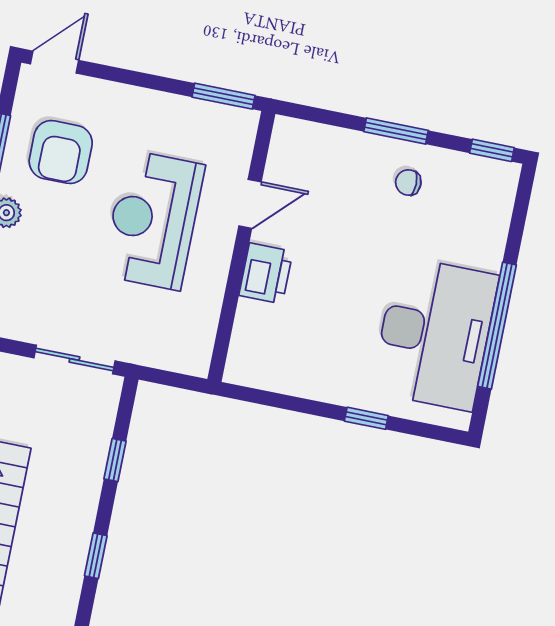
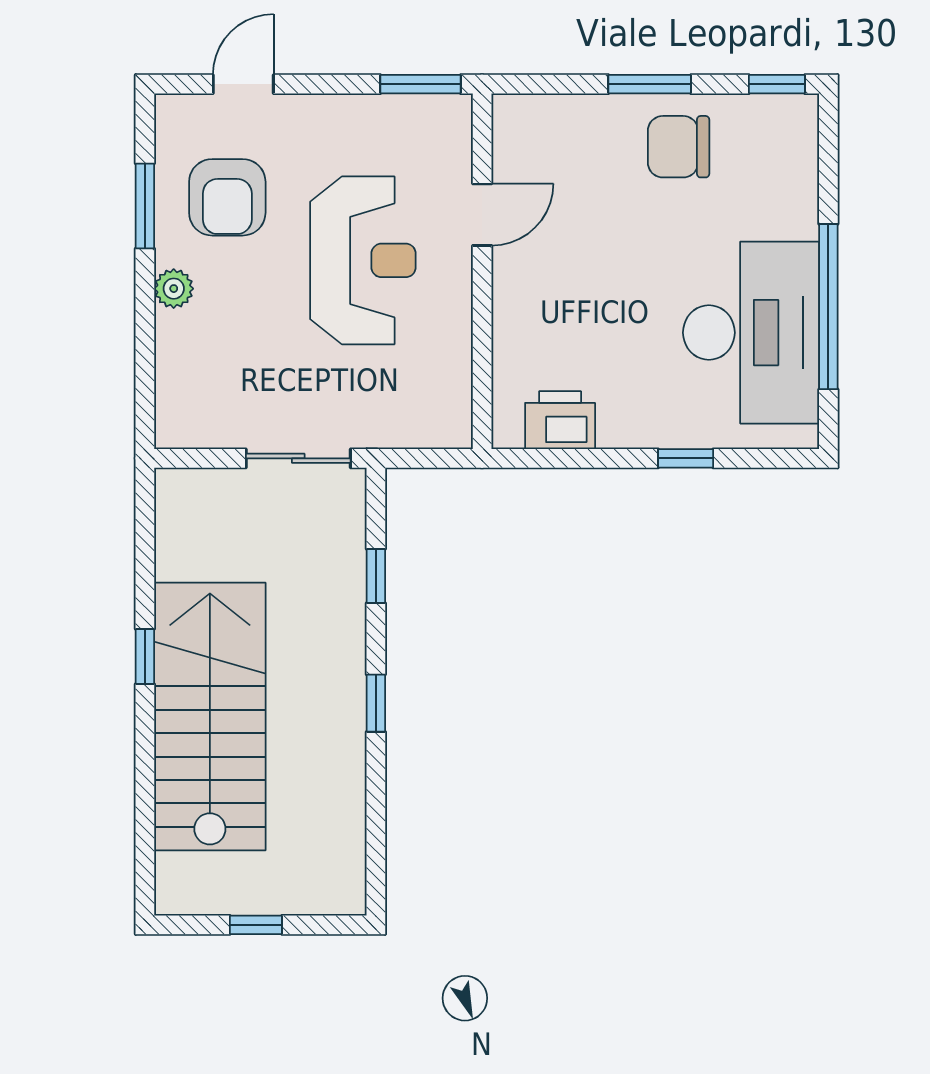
door: (54, 62) -> (243, 84), moved
chair: (408, 182) -> (679, 147), width x1.87, depth x1.87
reception desk: (153, 220) -> (363, 260), turned 180
printer: (266, 273) -> (560, 420), moved, turned -90

